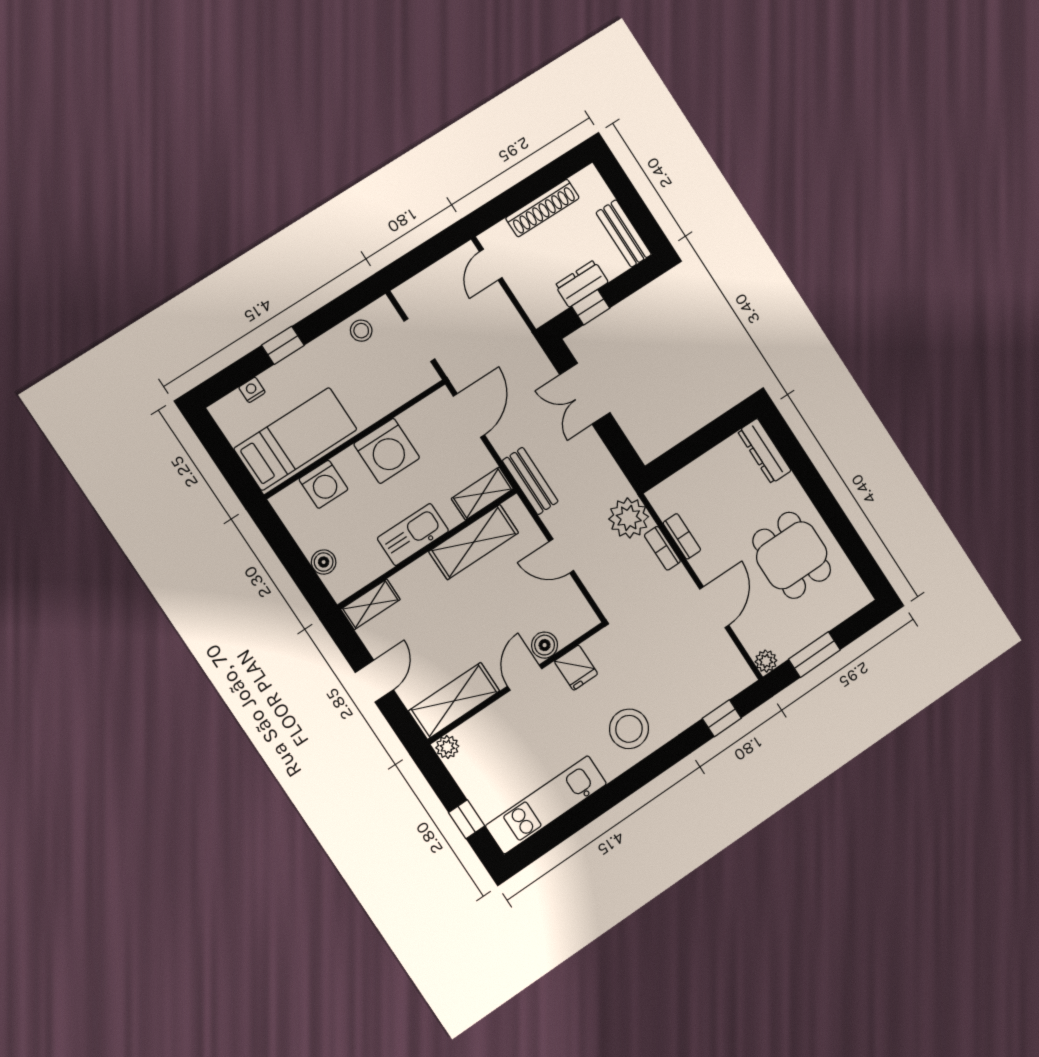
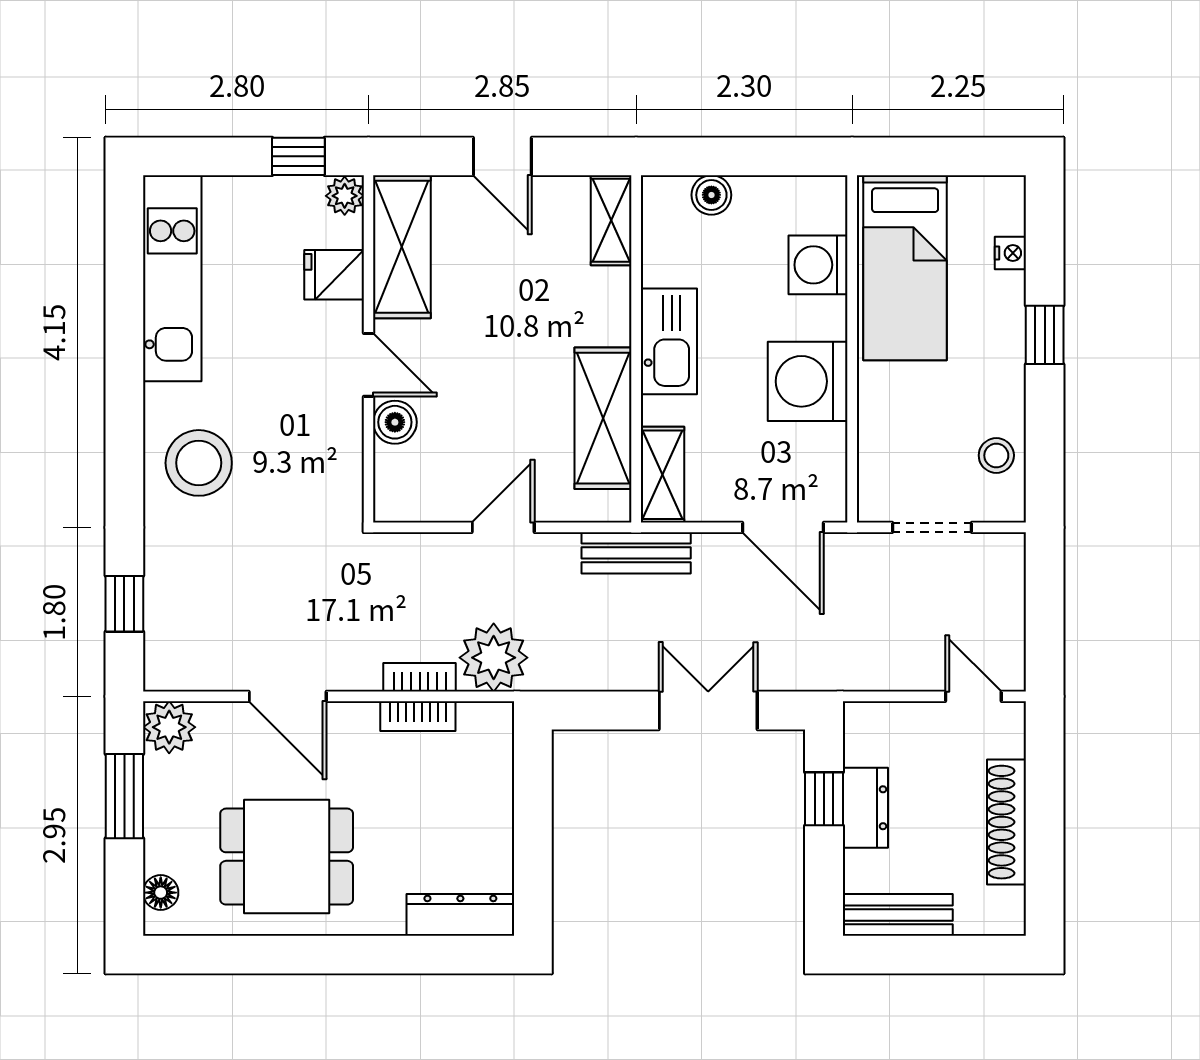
floor lamp: (849, 605) -> (161, 893), added
plant: (766, 661) -> (169, 727), width x1.38, depth x1.38
fridge: (576, 668) -> (334, 275), moved
window: (467, 819) -> (298, 156), moved

